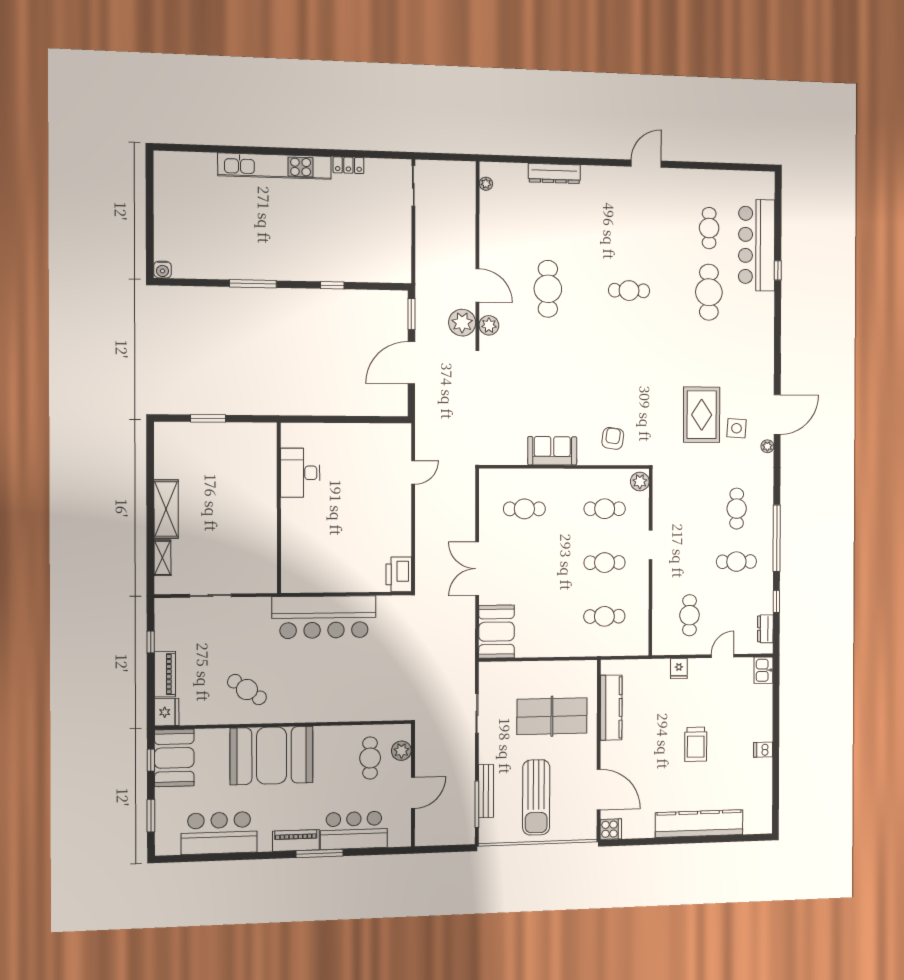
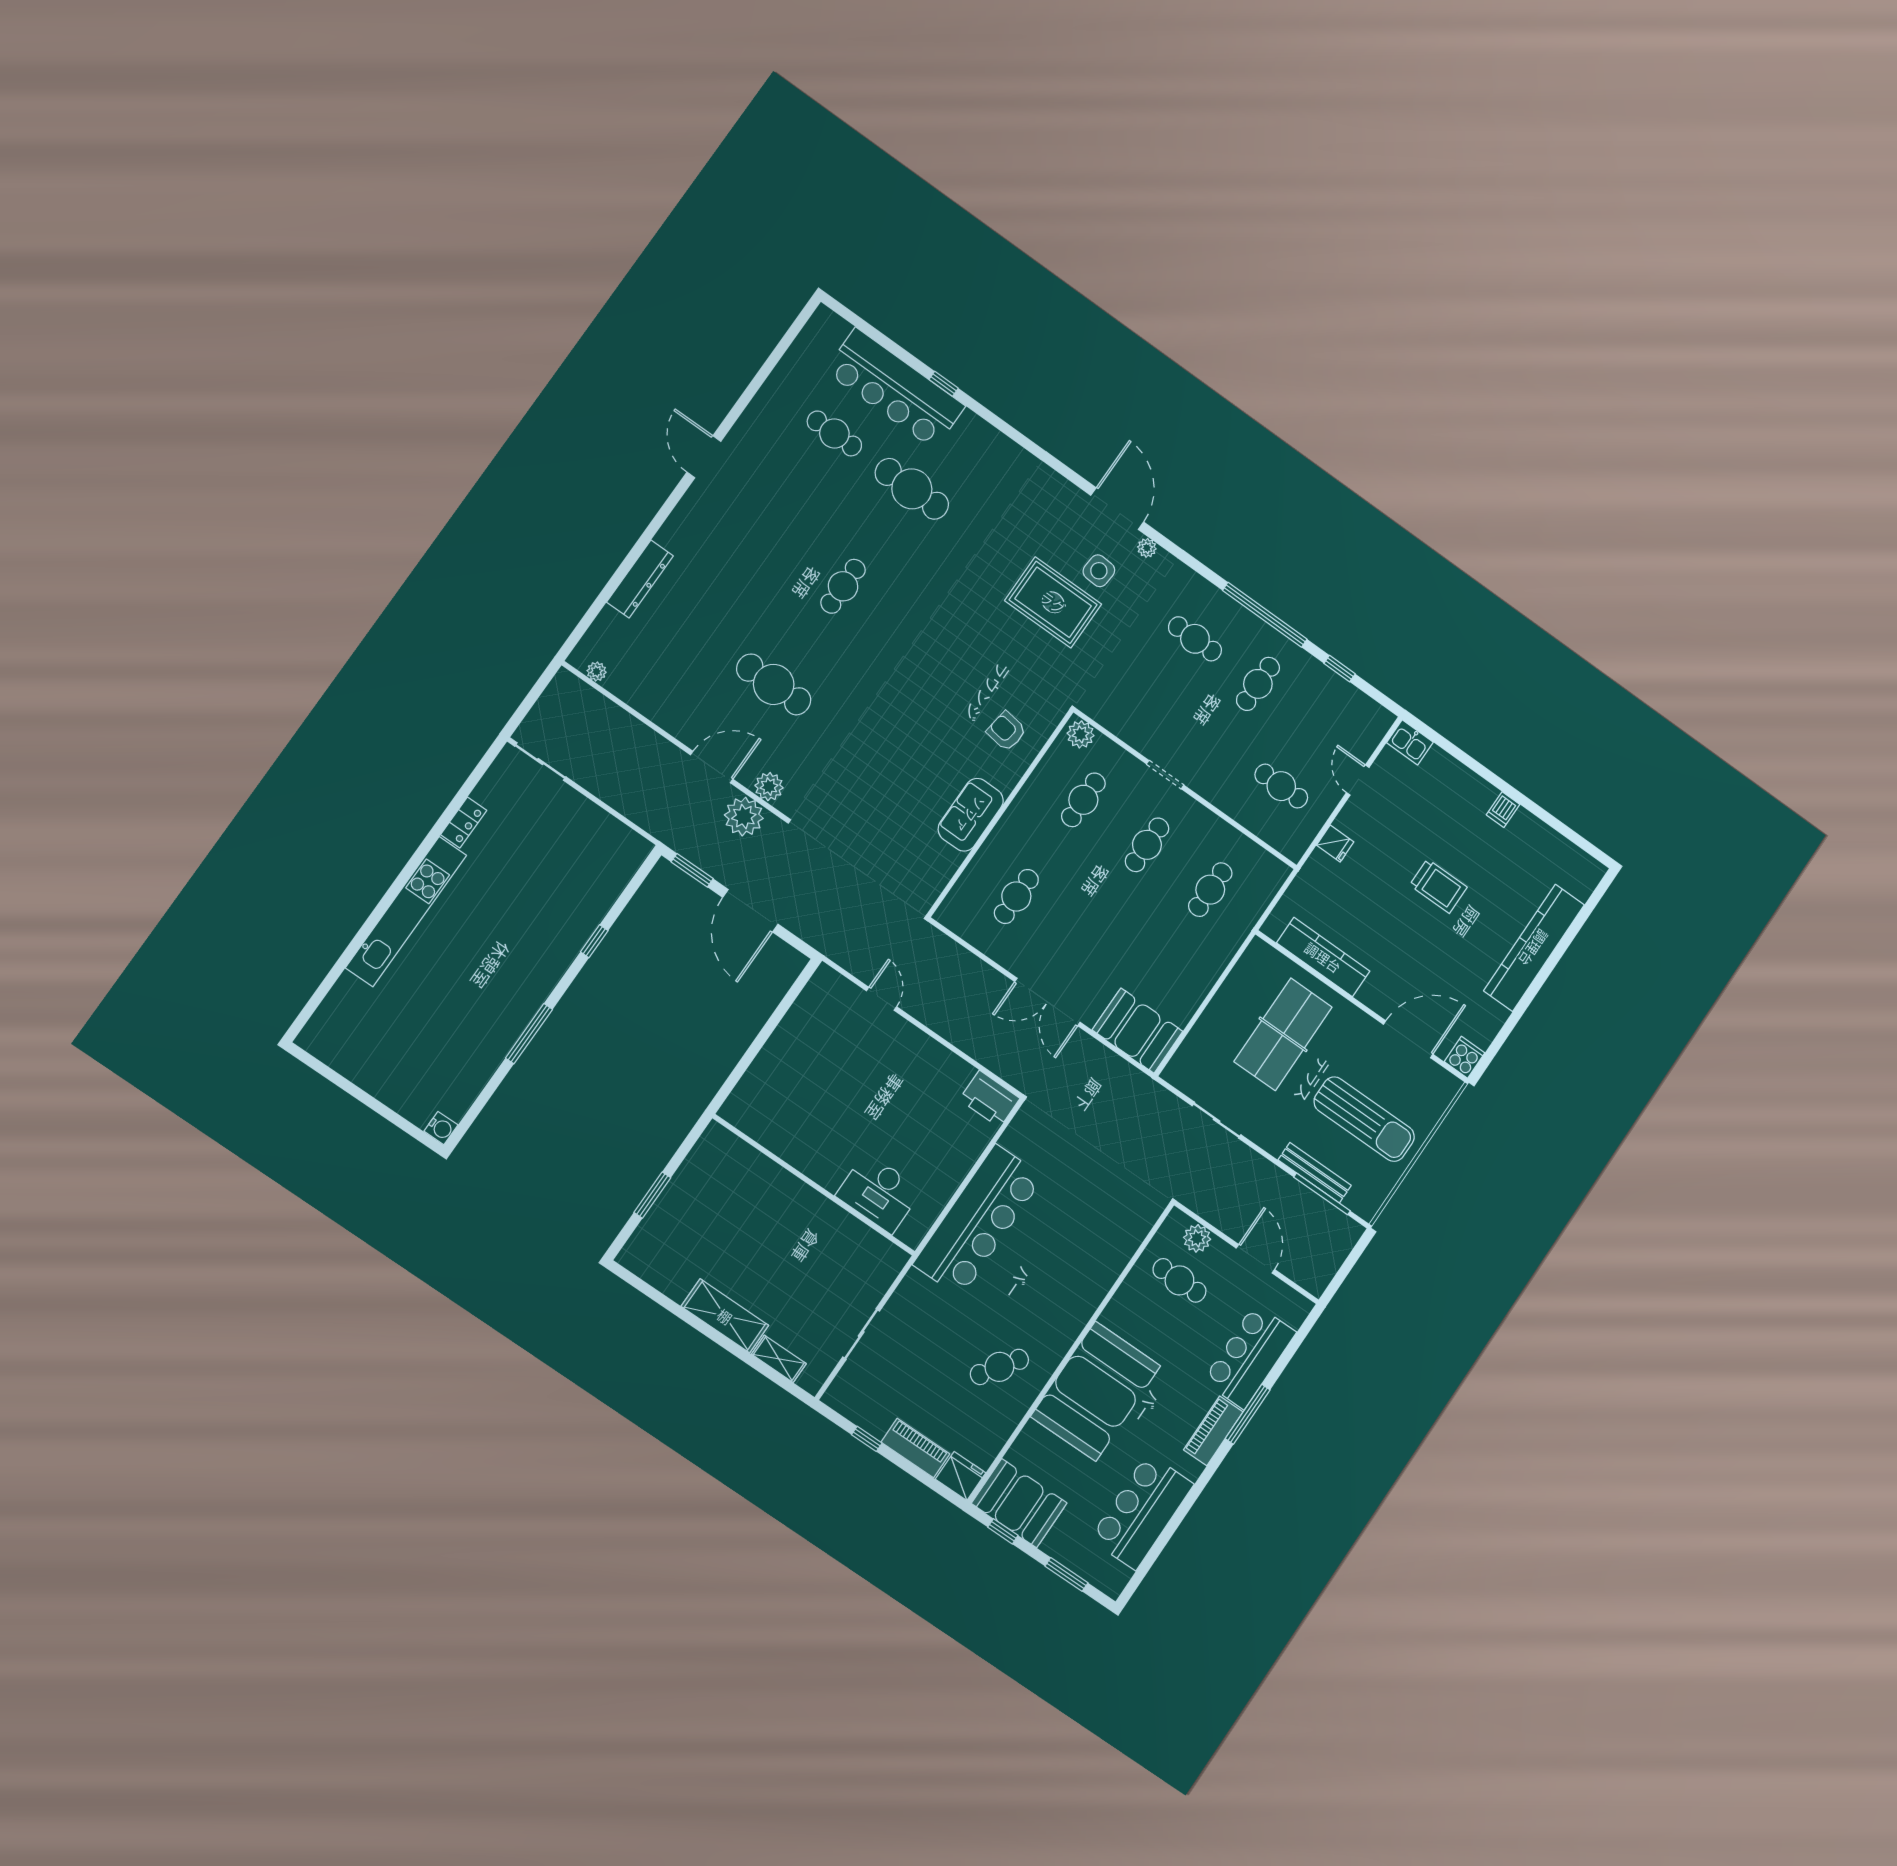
desk: (300, 473) -> (879, 1193), moved
dresser: (765, 629) -> (1362, 705), removed

